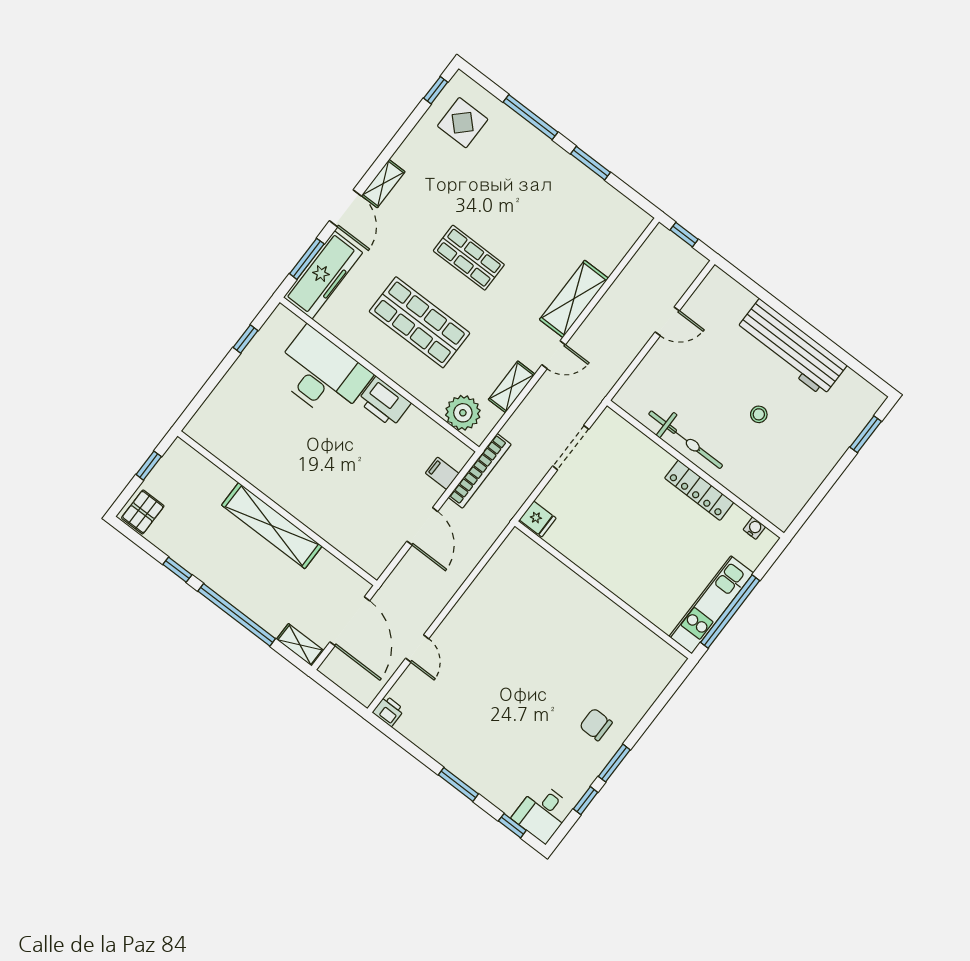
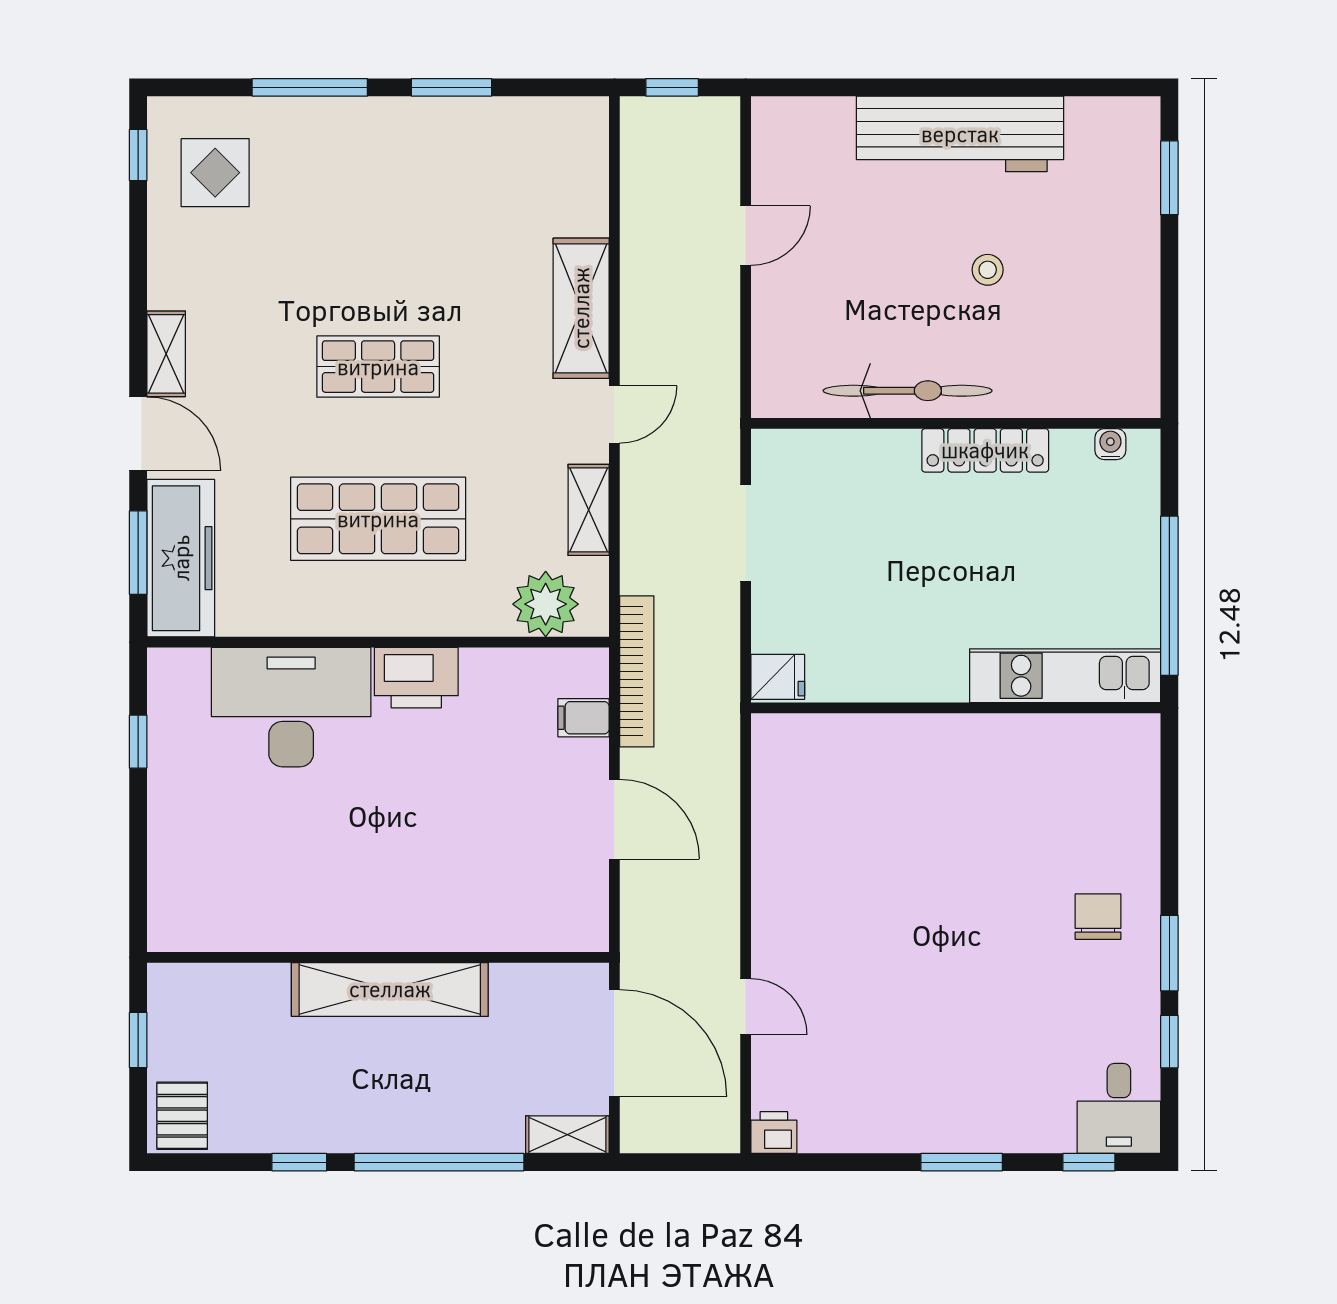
kitchen unit: (711, 605) -> (1065, 676), moved, turned 90
chair: (596, 725) -> (1098, 917), turned 90

